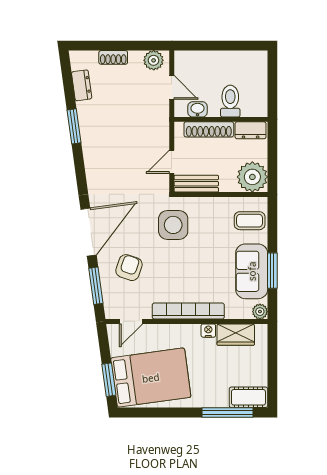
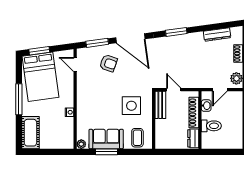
dresser: (82, 85) -> (217, 35), width x1.44
window: (74, 126) -> (176, 32), moved
plant: (252, 177) -> (164, 139), removed
side table: (173, 225) -> (131, 106), moved
bookcase: (188, 311) -> (82, 100), removed
wardrobe: (236, 335) -> (67, 129), removed
cot: (248, 397) -> (30, 133), width x1.37, depth x1.34
window: (228, 413) -> (19, 99), moved

